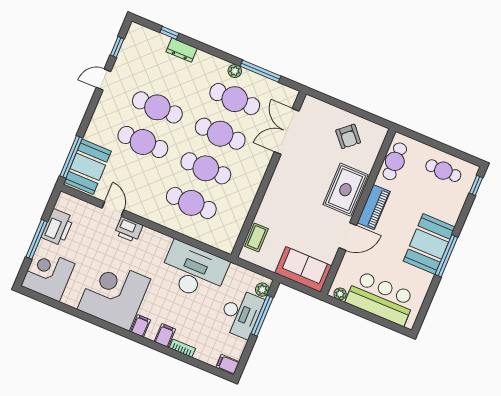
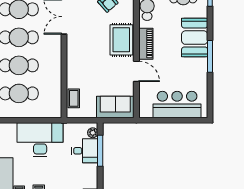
door: (348, 237) -> (136, 71), hinge flipped
booth: (429, 244) -> (195, 38), moved
plant: (340, 294) -> (148, 113), removed
desk: (241, 313) -> (85, 151), width x0.73

